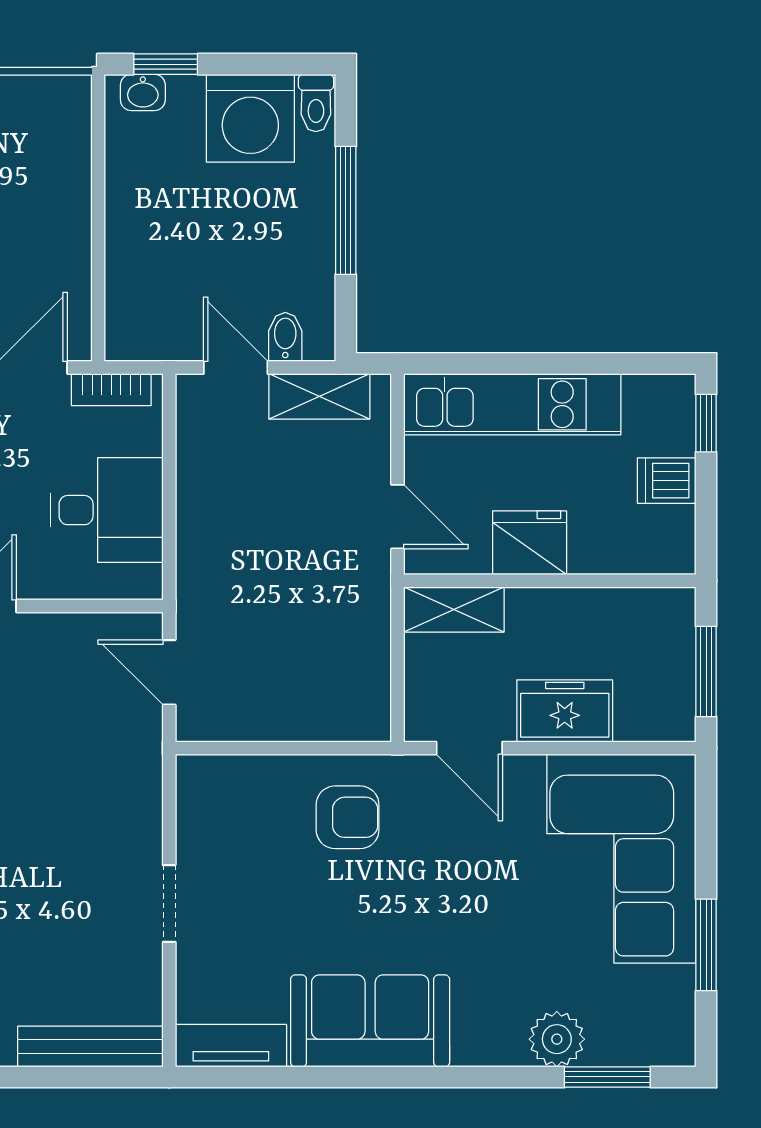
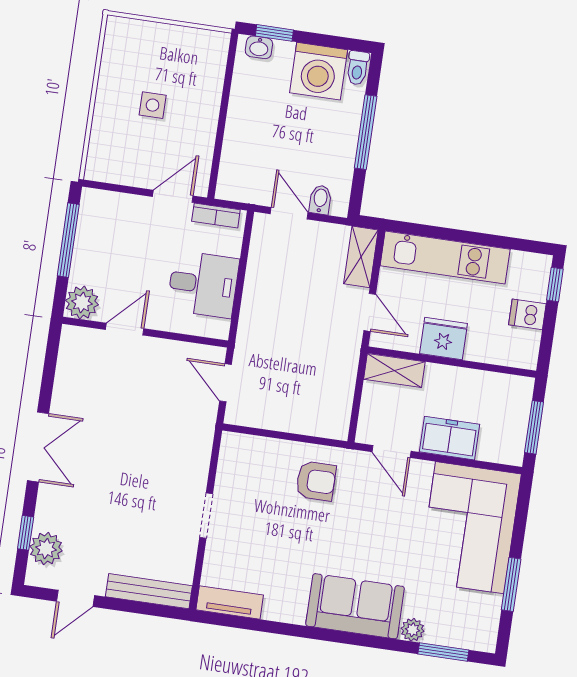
shelving: (319, 396) -> (361, 257), moved, turned 90
sofa: (370, 1021) -> (355, 606), moved
plant: (557, 1039) -> (412, 630), width x0.73, depth x0.73

